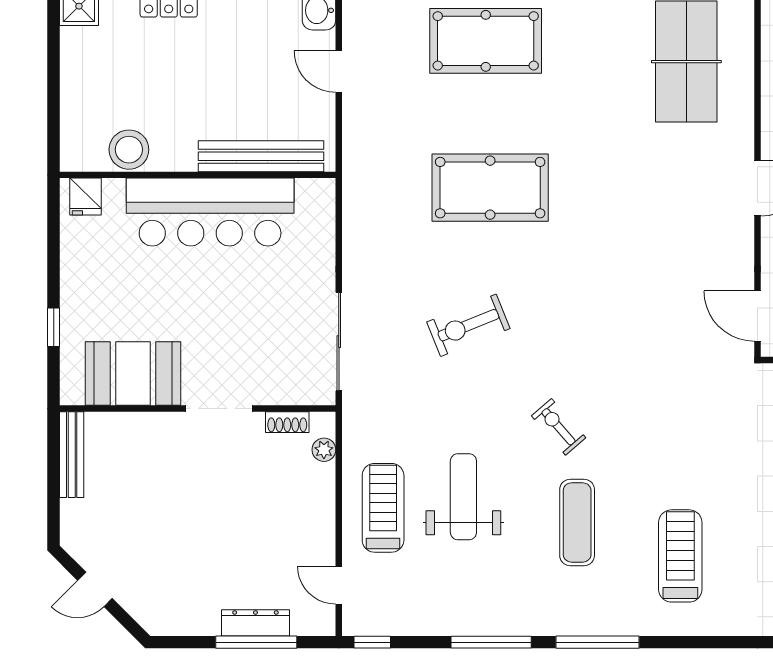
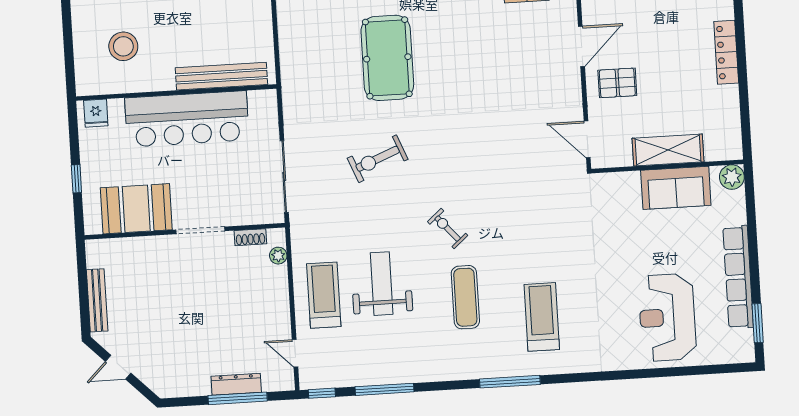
bench: (261, 156) -> (221, 76), moved
wall: (198, 175) -> (176, 92), moved
pool table: (490, 188) -> (387, 58), turned 90
fridge: (86, 196) -> (96, 113), moved
bar counter: (210, 212) -> (187, 119), moved
bench: (72, 455) -> (97, 300), moved
window: (491, 642) -> (385, 389), moved
window: (598, 642) -> (510, 382), moved

